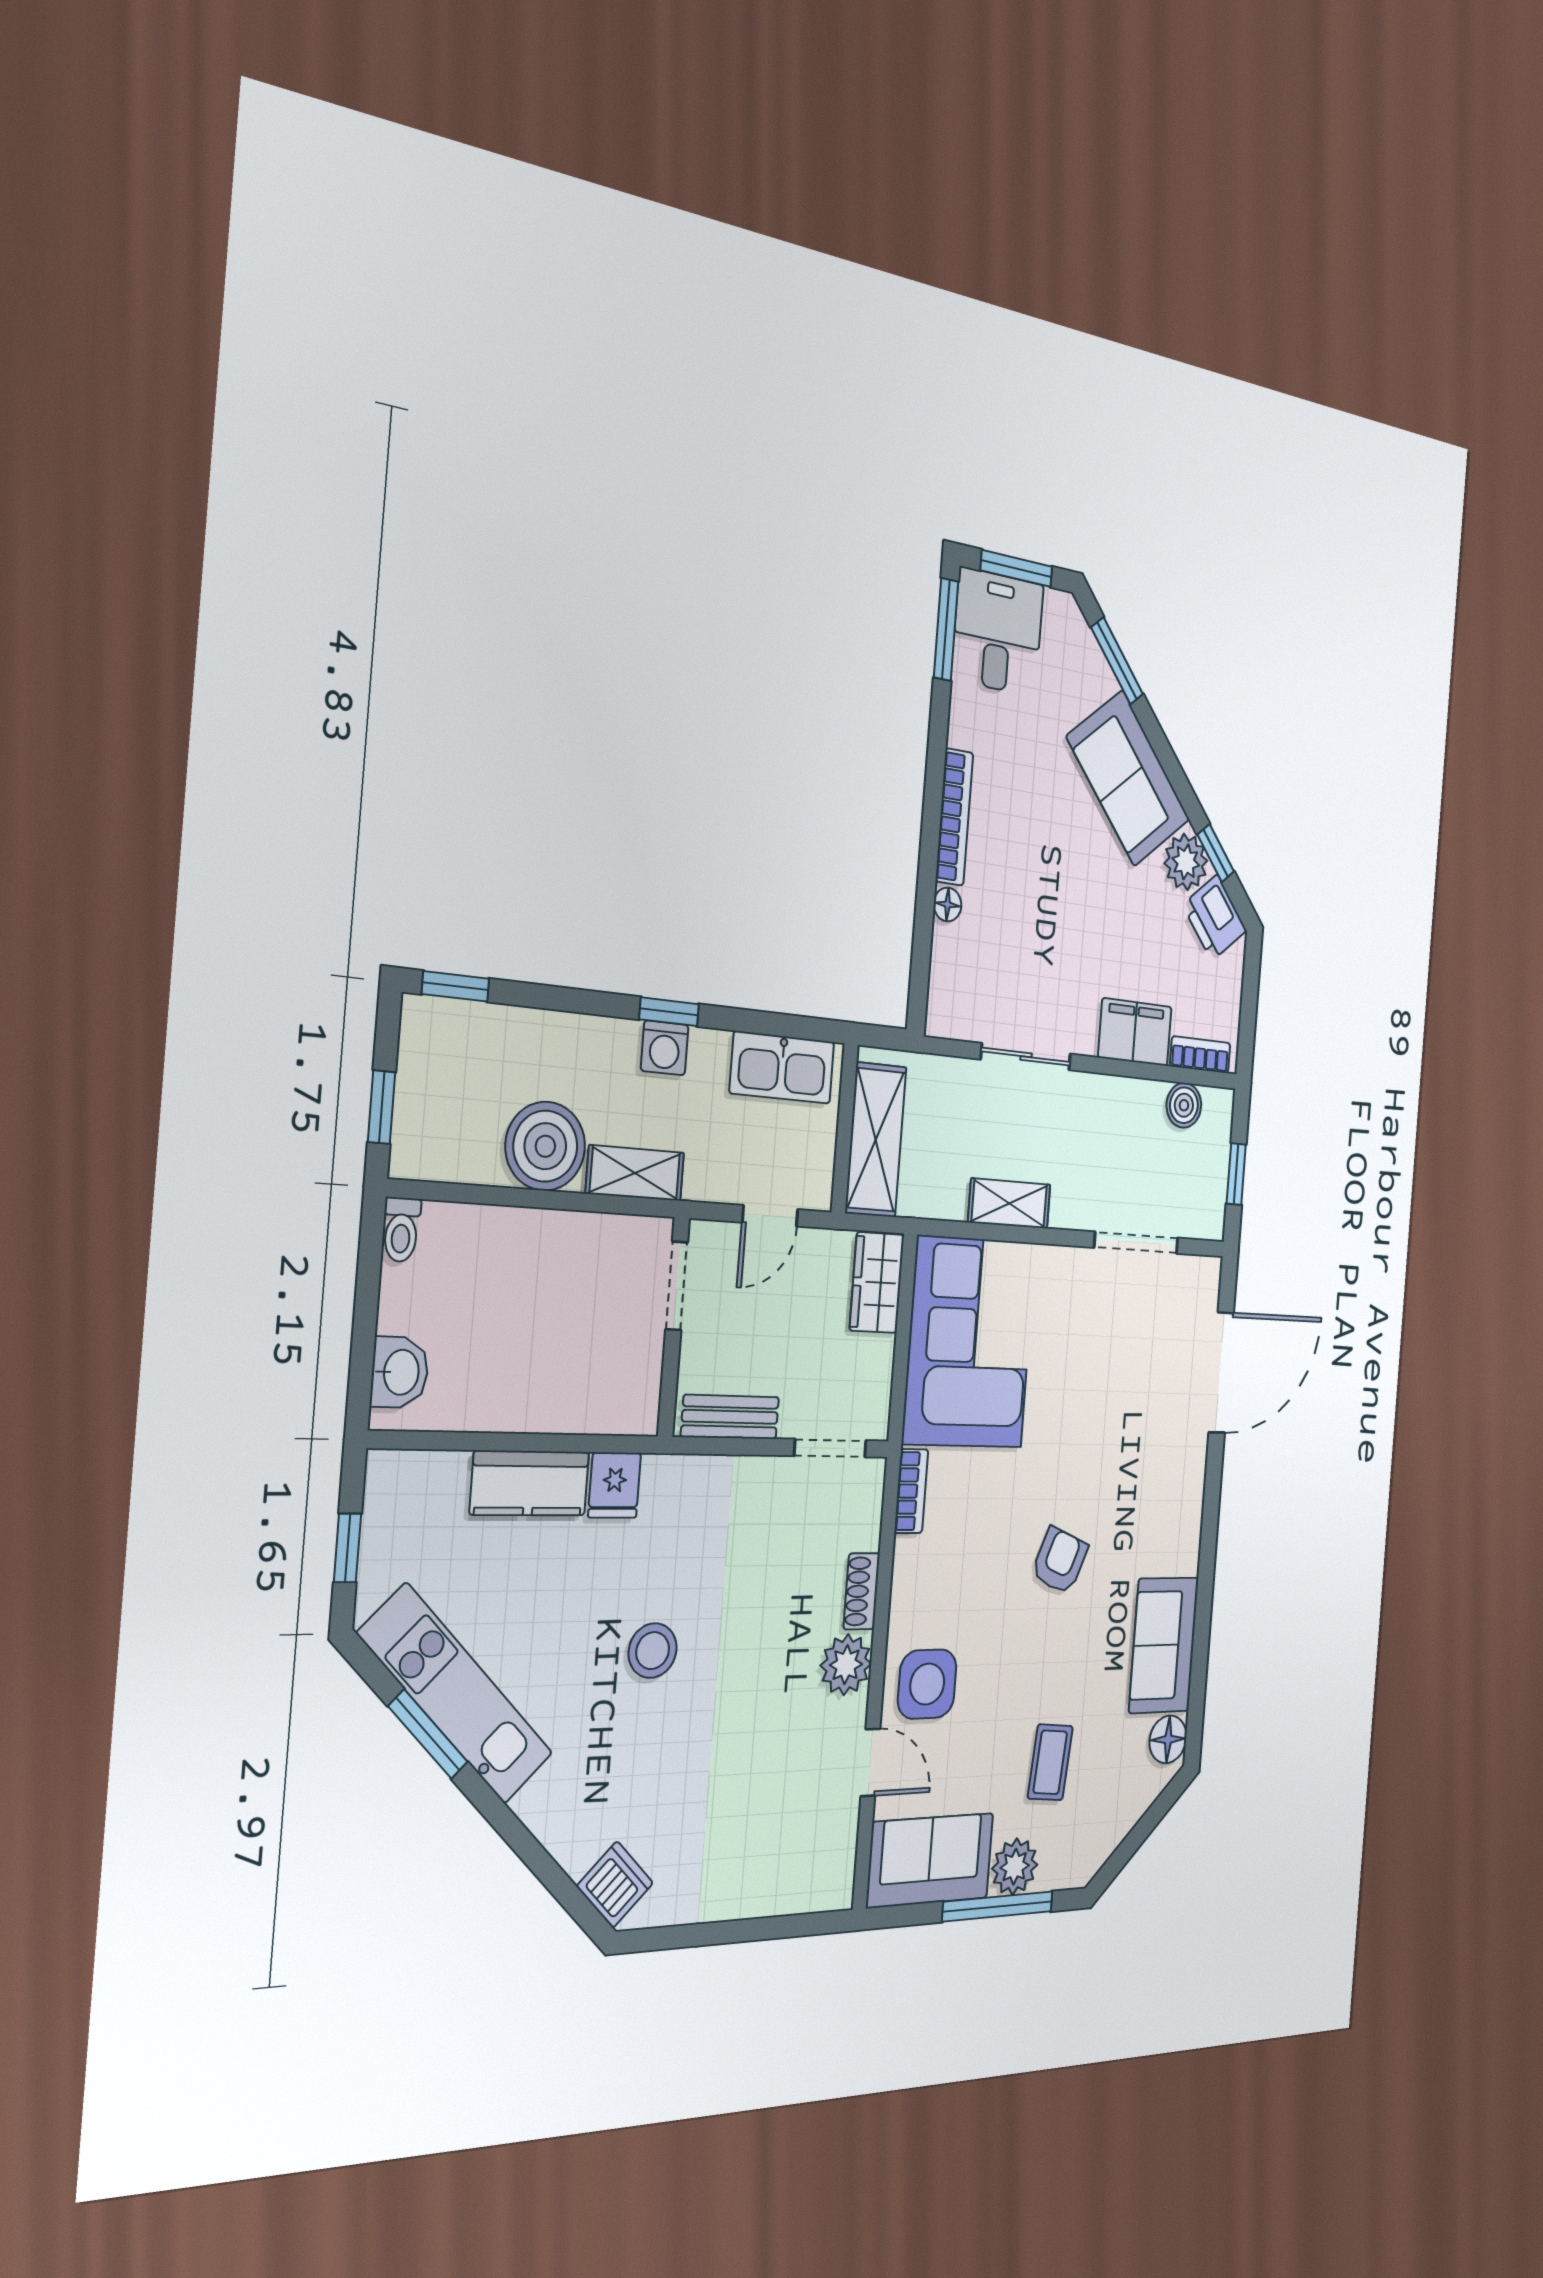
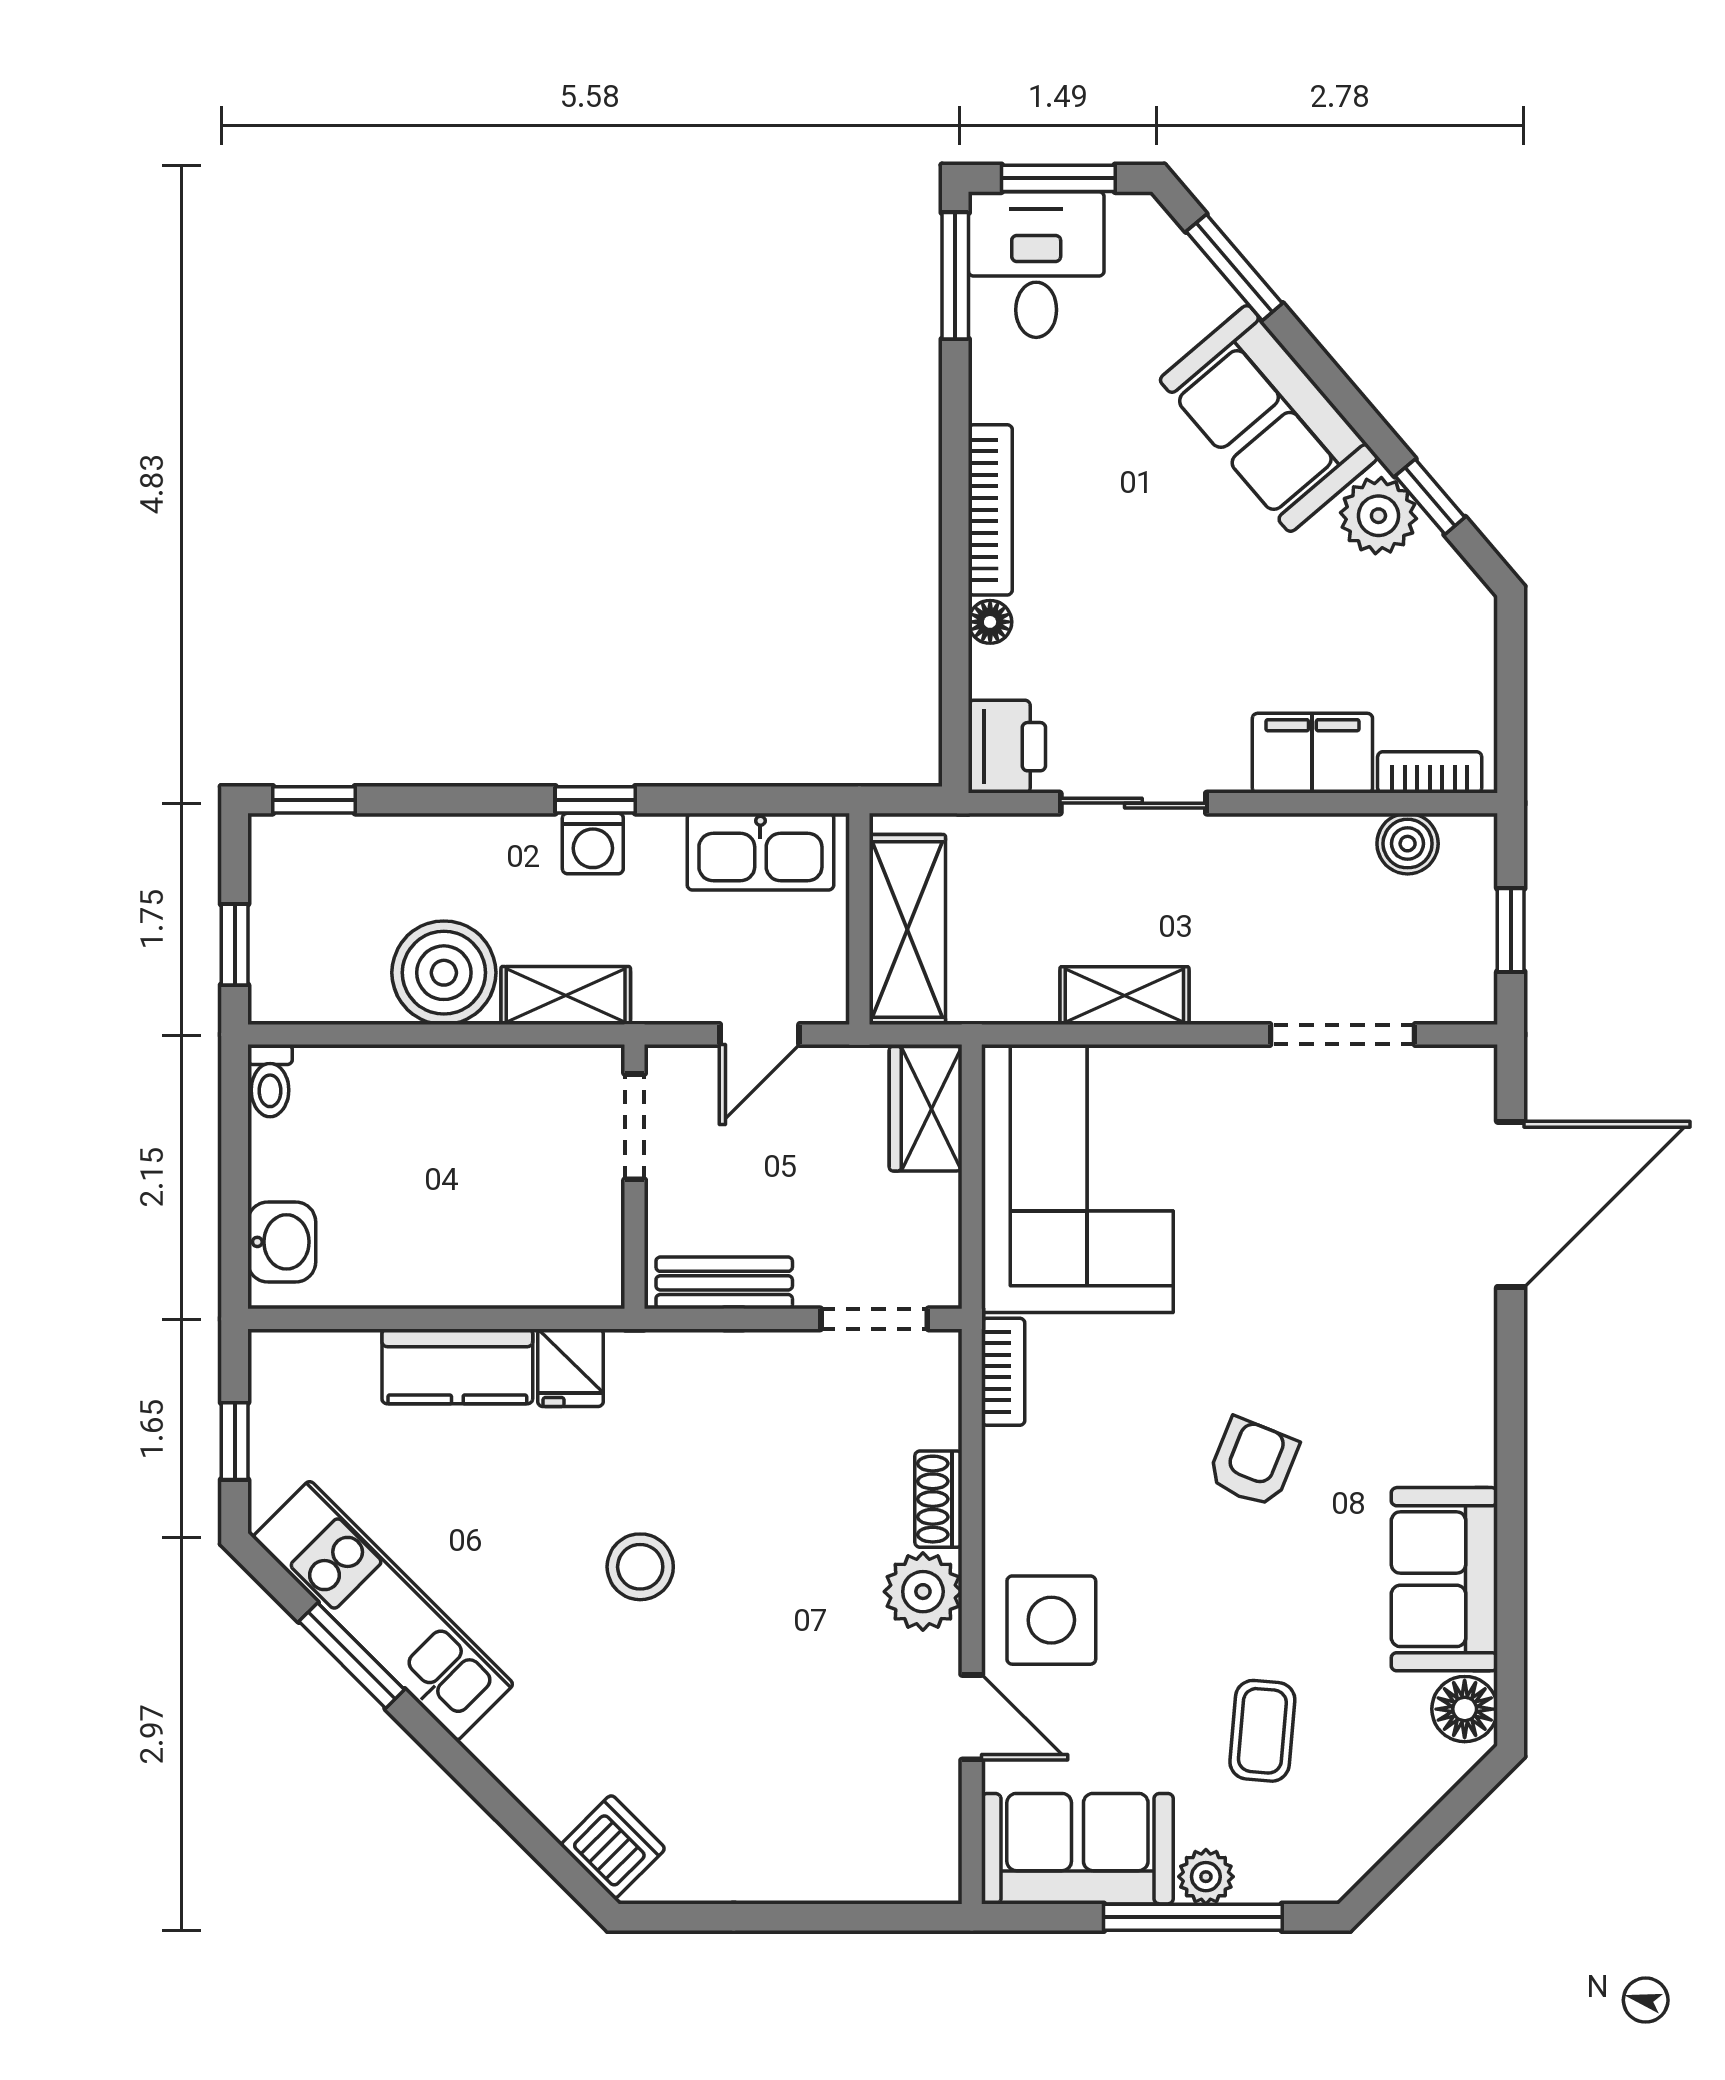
printer: (1215, 918) -> (1007, 747), moved, turned -140
plant: (1015, 1867) -> (1206, 1877), width x0.73, depth x0.73

